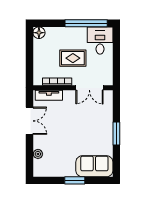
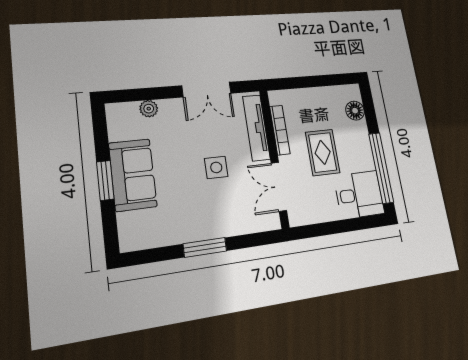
floor lamp: (39, 33) -> (355, 111), moved
tv unit: (49, 95) -> (256, 128), width x1.41
side table: (75, 121) -> (216, 167), added
sofa: (94, 166) -> (133, 175), moved

